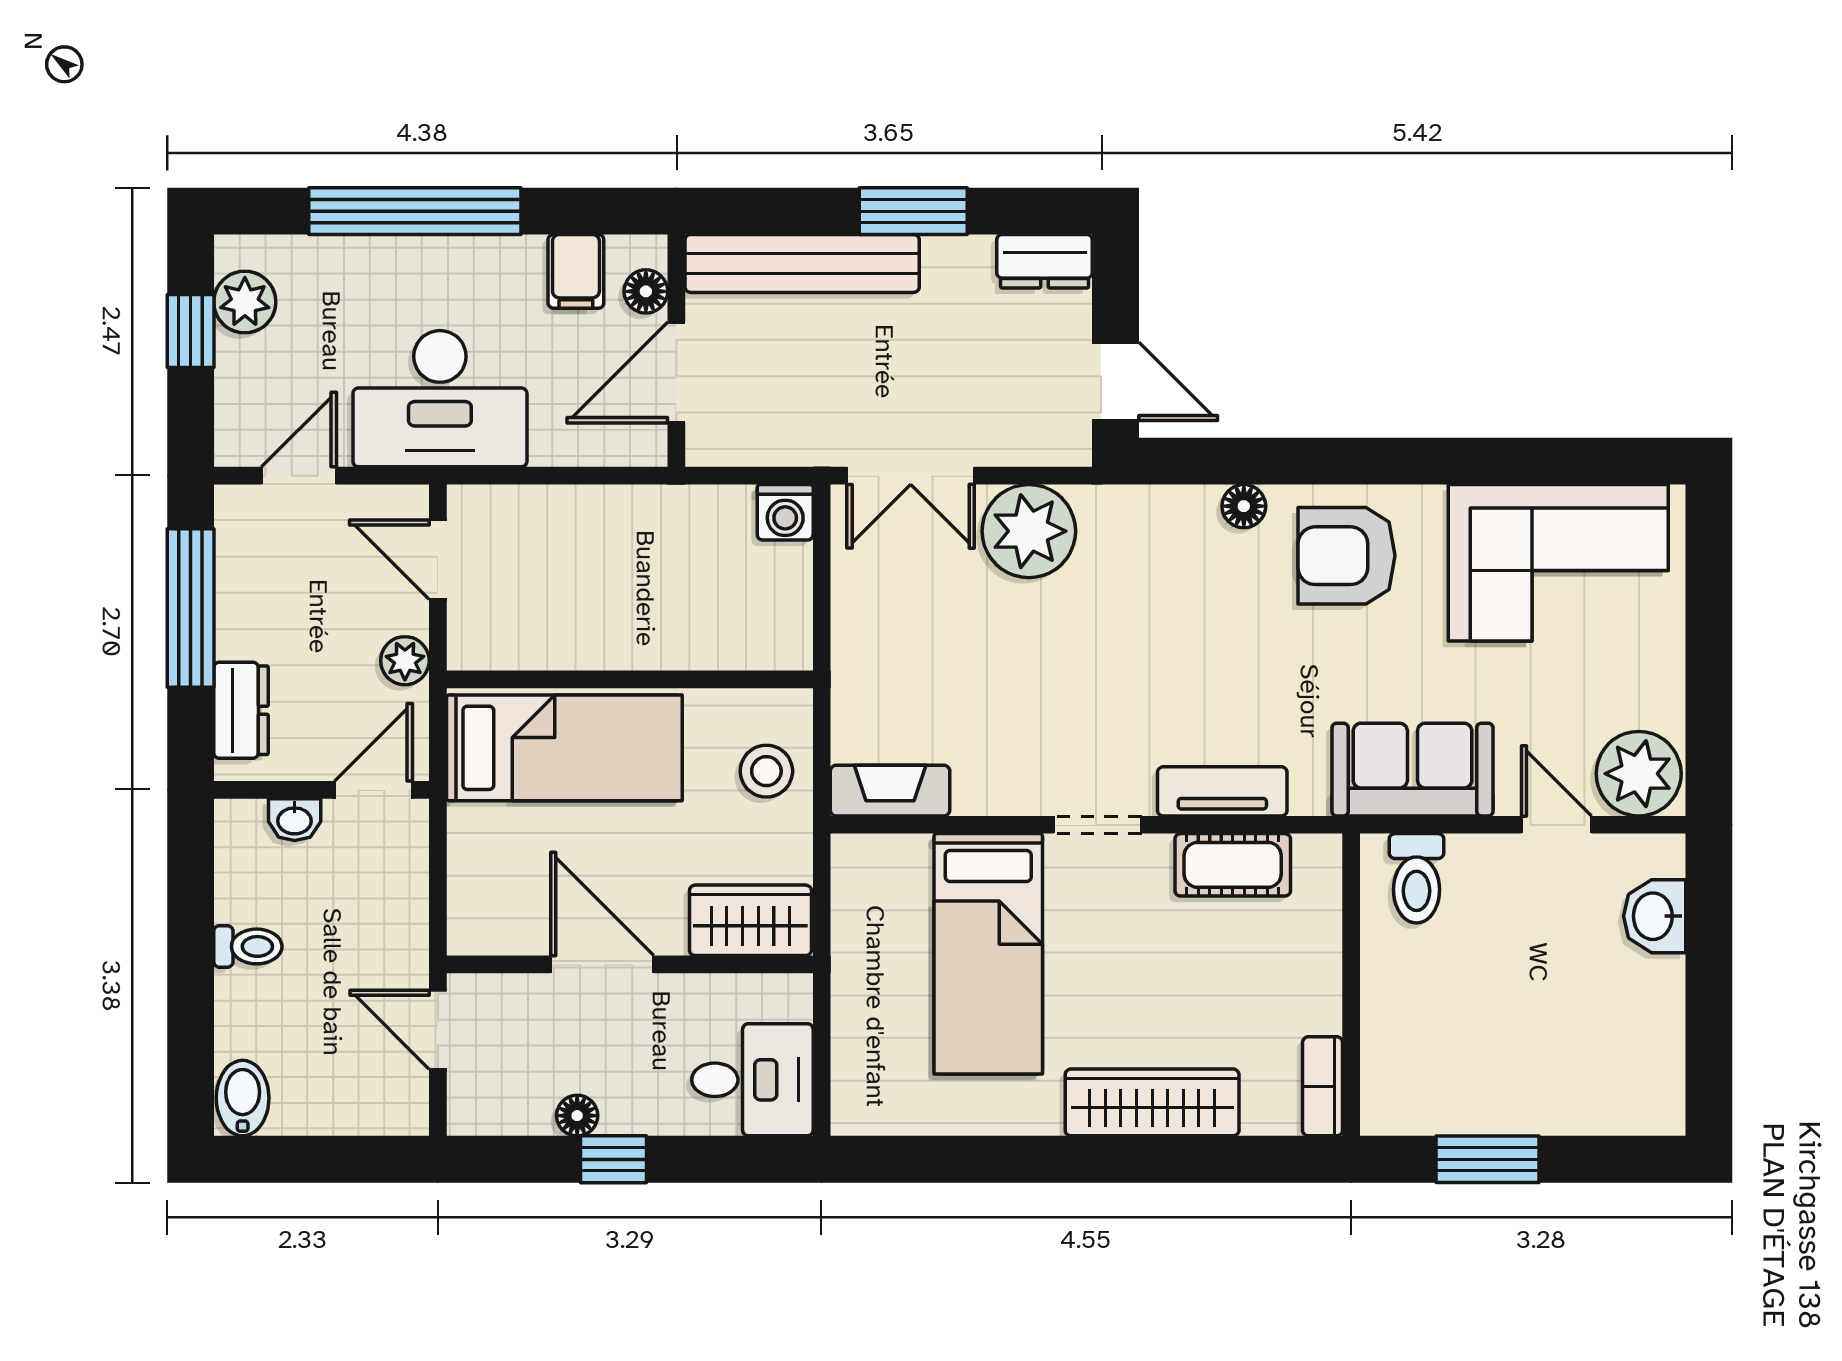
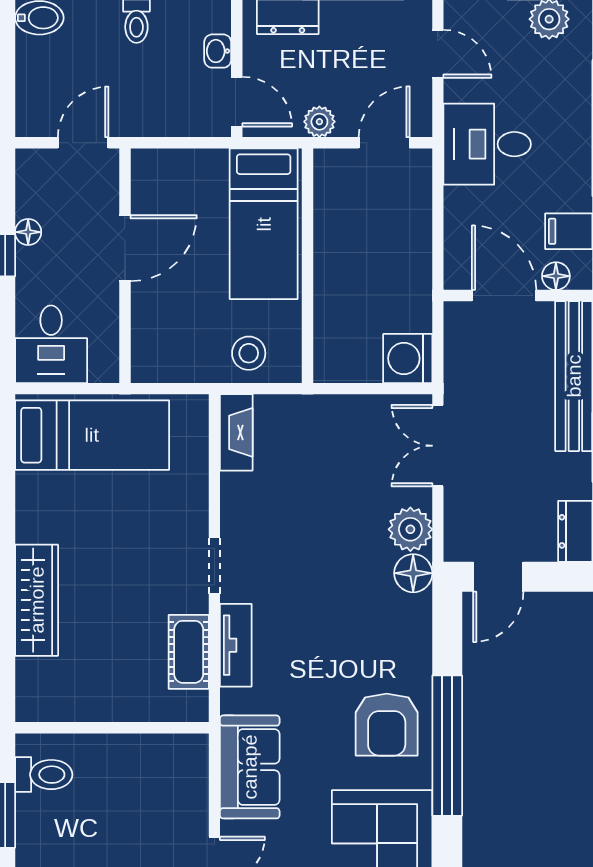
desk: (440, 399) -> (487, 144), width x0.73
window: (1379, 461) -> (447, 746), added
floor lamp: (1244, 506) -> (413, 573), moved, width x1.37, depth x1.37
washing machine: (785, 512) -> (408, 358), width x1.38, depth x1.38
plant: (1029, 531) -> (410, 529), width x0.73, depth x0.73
armchair: (1346, 556) -> (387, 725), turned 180
toilet: (1417, 878) -> (44, 775), moved, turned 180
wardrobe: (750, 920) -> (153, 343), removed
bed: (988, 954) -> (92, 435), moved, turned 180
bookcase: (1323, 1086) -> (47, 709), removed

